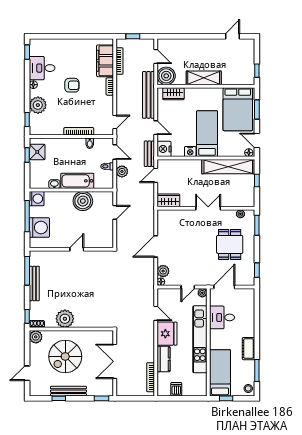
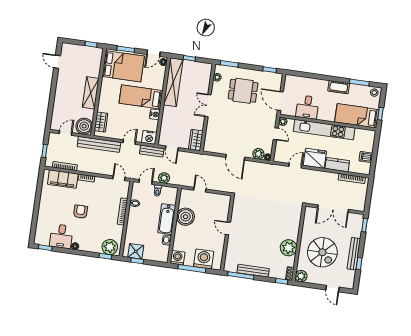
plant: (38, 105) -> (110, 247), moved

